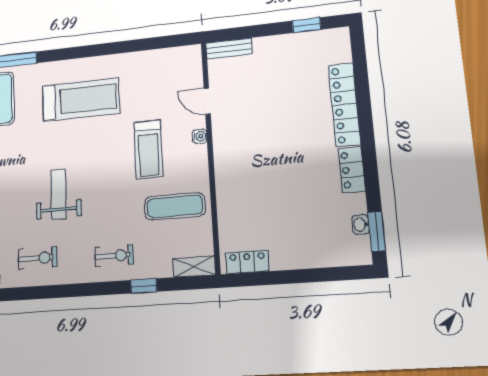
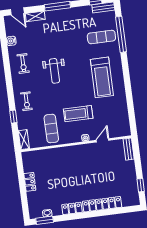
weight bench: (59, 194) -> (54, 71), turned 90
locker: (247, 262) -> (30, 182), moved

